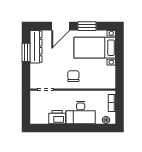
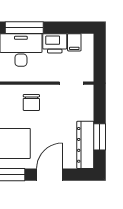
filing cabinet: (44, 118) -> (74, 42), added
window: (78, 128) -> (24, 28), added

